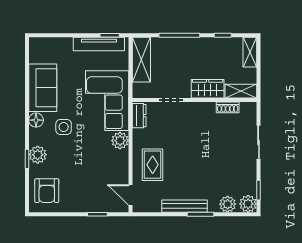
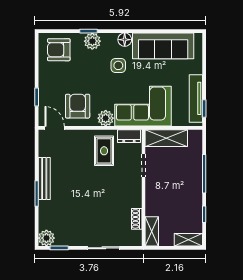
shelving: (141, 60) -> (166, 138), moved
sofa: (43, 88) -> (163, 46), width x1.36
wardrobe: (208, 89) -> (154, 200), removed
rug: (153, 165) -> (104, 151), moved, turned 90
armchair: (107, 170) -> (78, 106), added
door: (130, 195) -> (55, 128), hinge flipped
plant: (228, 204) -> (46, 219), removed

